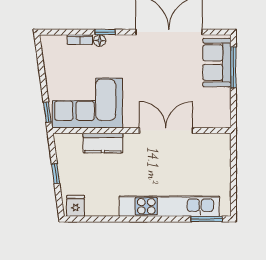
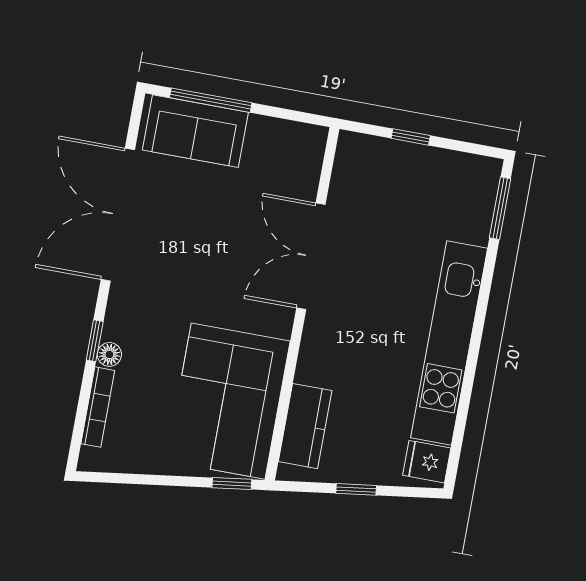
bookcase: (80, 40) -> (98, 407), width x1.56
kitchen counter: (103, 143) -> (305, 426), moved
window: (233, 169) -> (411, 137), added
kitchen unit: (169, 206) -> (449, 343), moved

